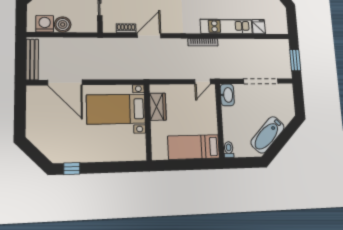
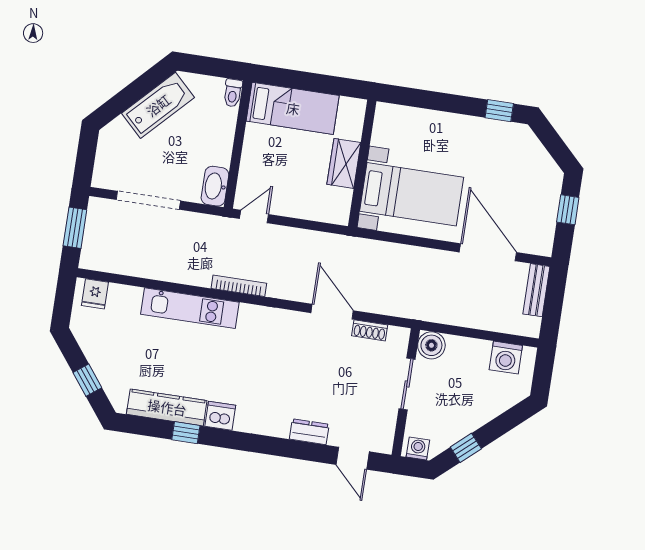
boiler: (63, 24) -> (431, 345), moved
fridge: (259, 27) -> (95, 294), moved
door: (149, 36) -> (332, 312), swing flipped
bench: (32, 59) -> (536, 290), width x0.73
wardrobe: (158, 107) -> (344, 163), moved
window: (20, 116) -> (568, 210), added

